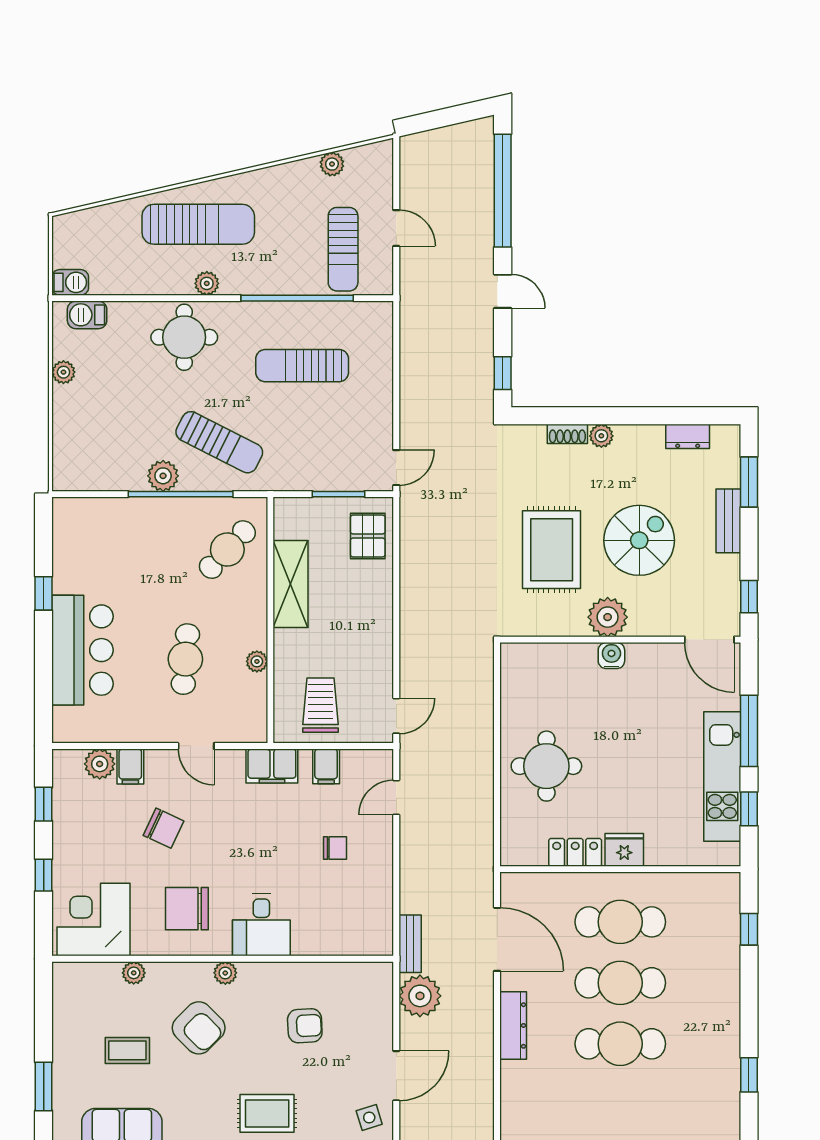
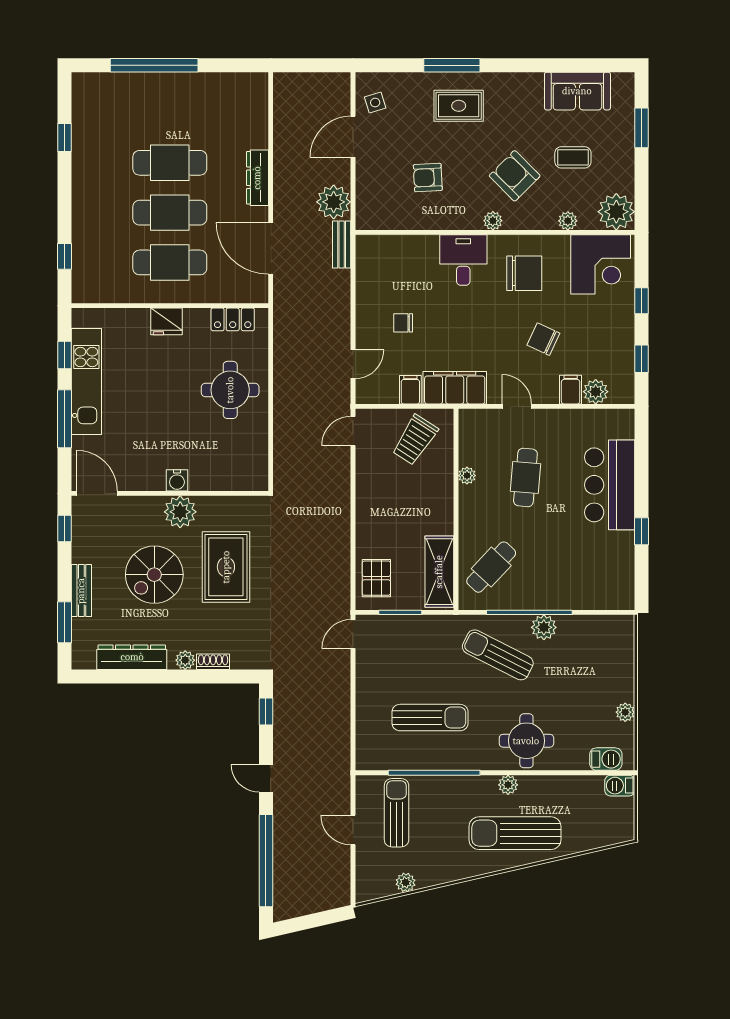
dresser: (688, 436) -> (132, 657), width x1.96, depth x1.24
shelving: (291, 584) -> (439, 572), moved
trolley: (321, 705) -> (415, 440), turned 33
filing cabinet: (272, 766) -> (455, 388), width x1.50, depth x1.17
locker: (575, 852) -> (233, 319), moved
plant: (74, 984) -> (616, 212), added

